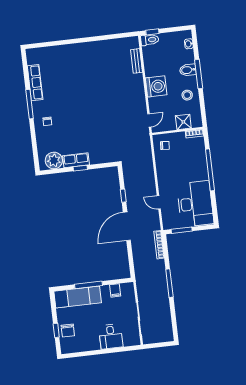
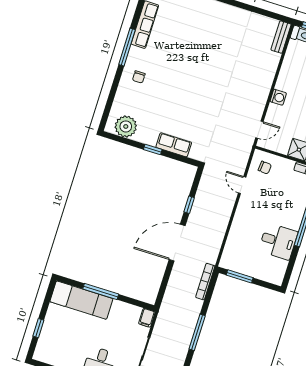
bench: (136, 61) -> (281, 37), moved
washing machine: (156, 86) -> (278, 97), width x0.53, depth x0.53
row of seats: (76, 160) -> (174, 145), moved
door: (159, 202) -> (242, 185), moved
desk: (195, 204) -> (278, 241), width x0.53, depth x0.77
filing cabinet: (115, 290) -> (147, 318), moved
chair: (68, 330) -> (52, 334), removed

